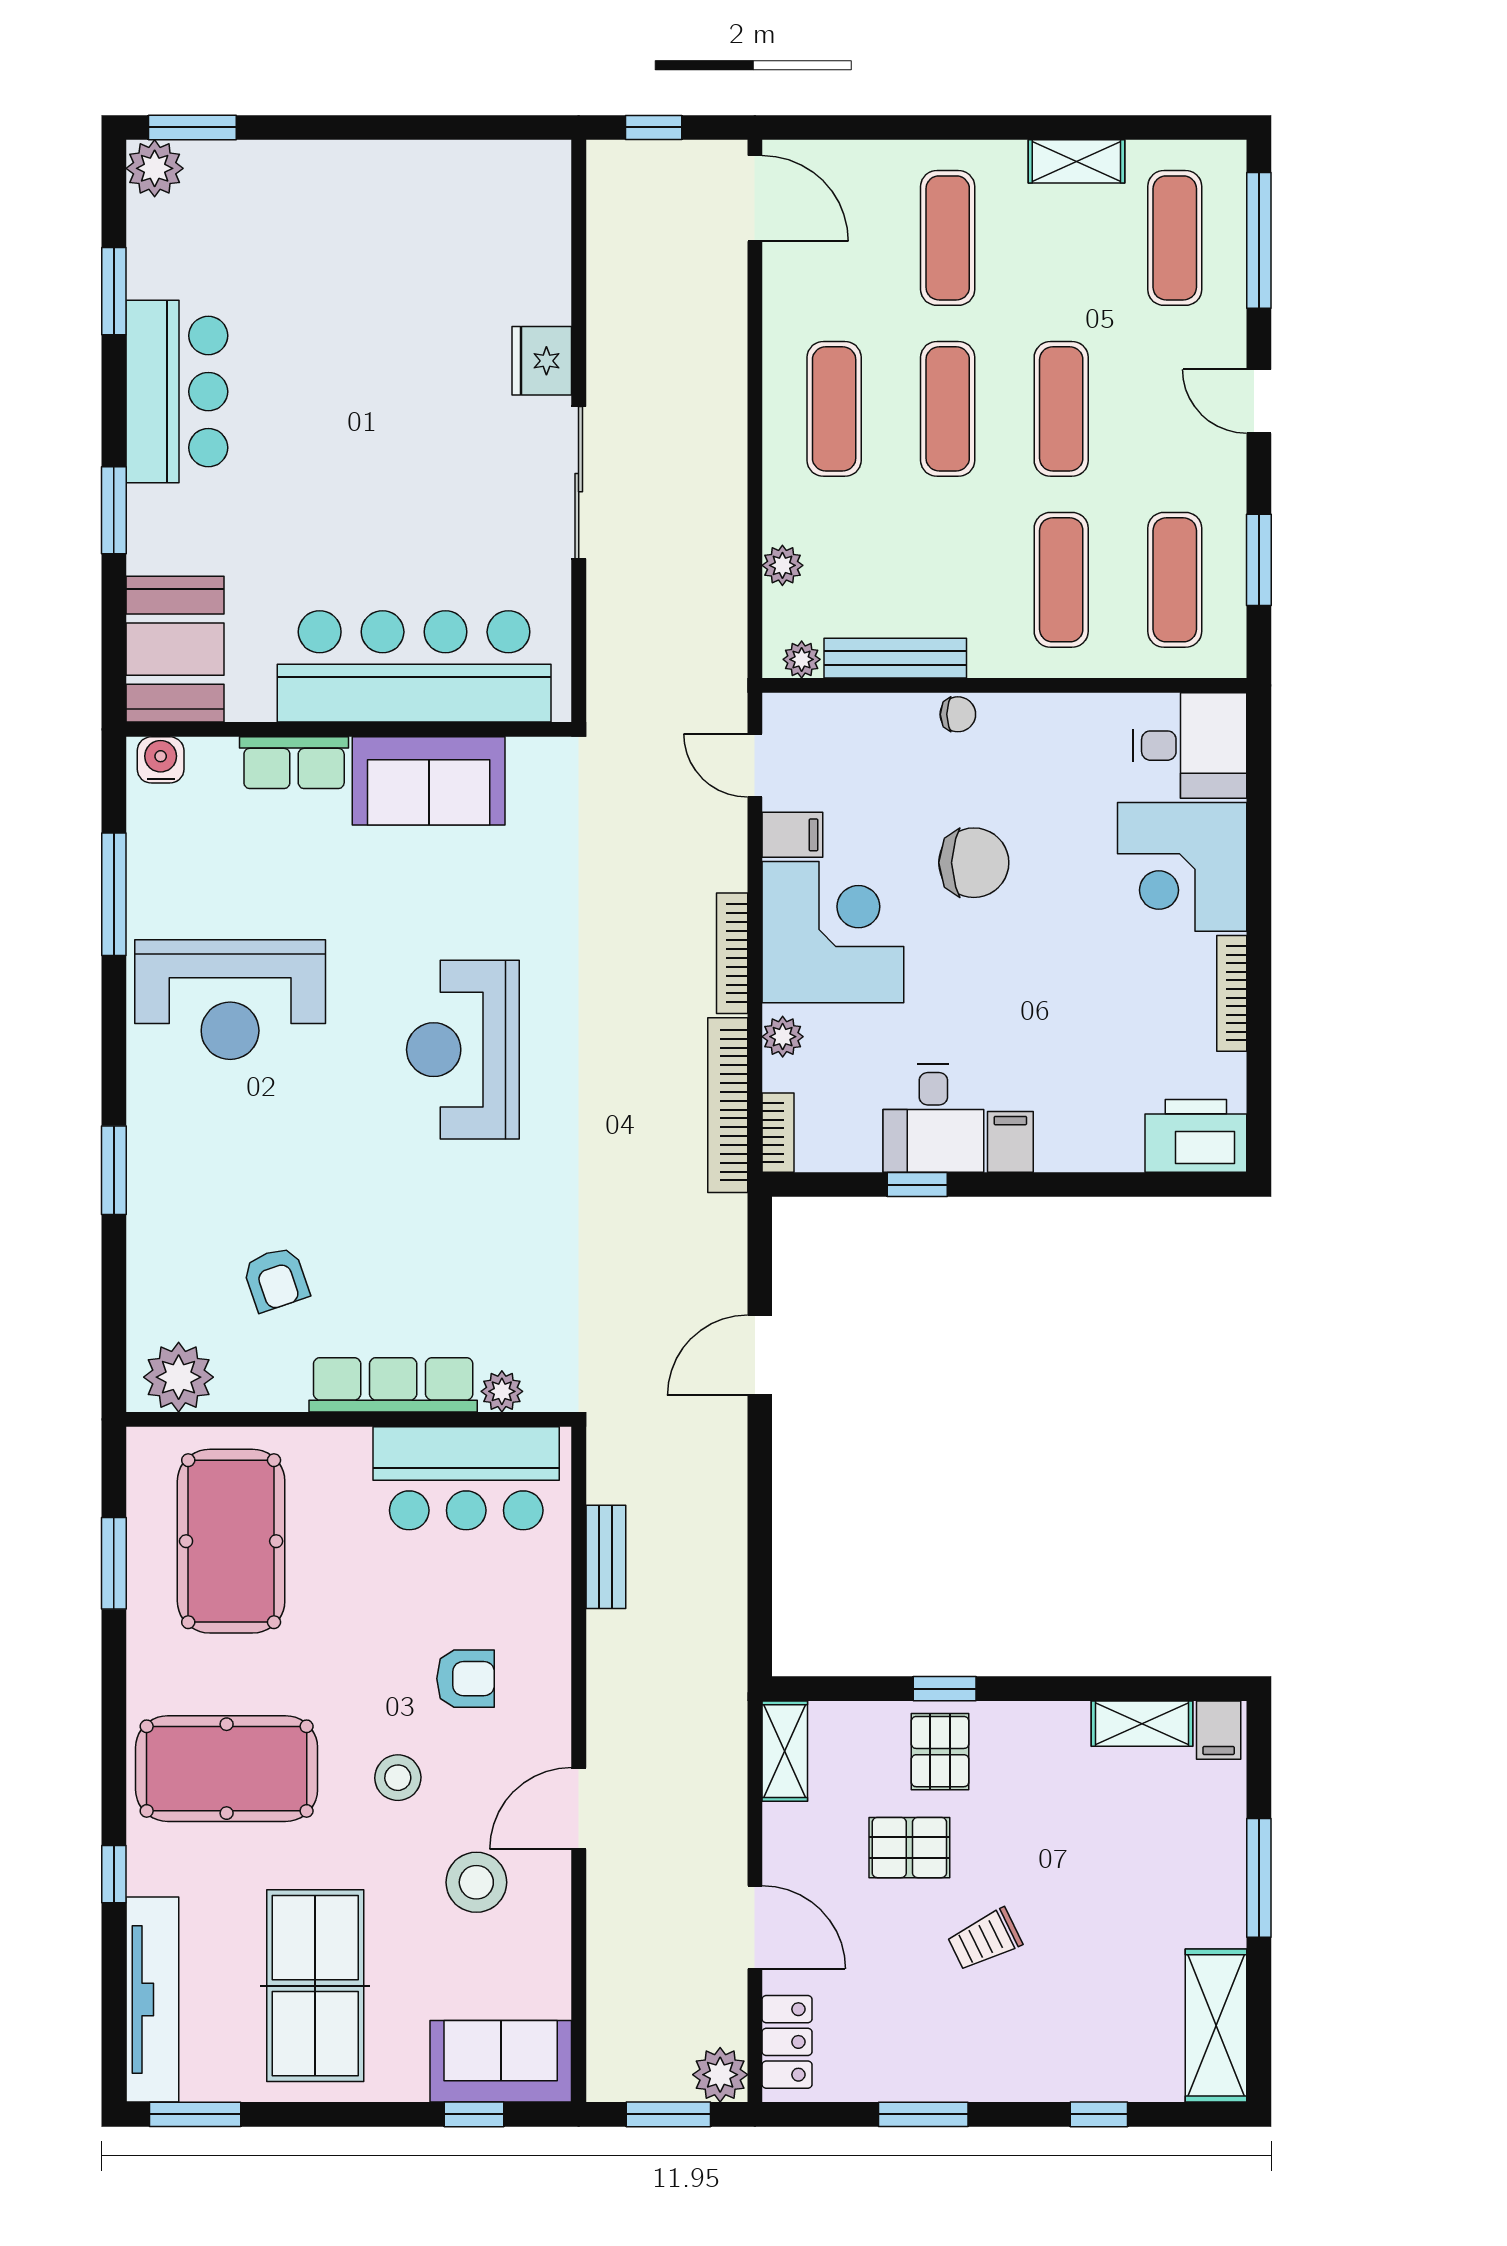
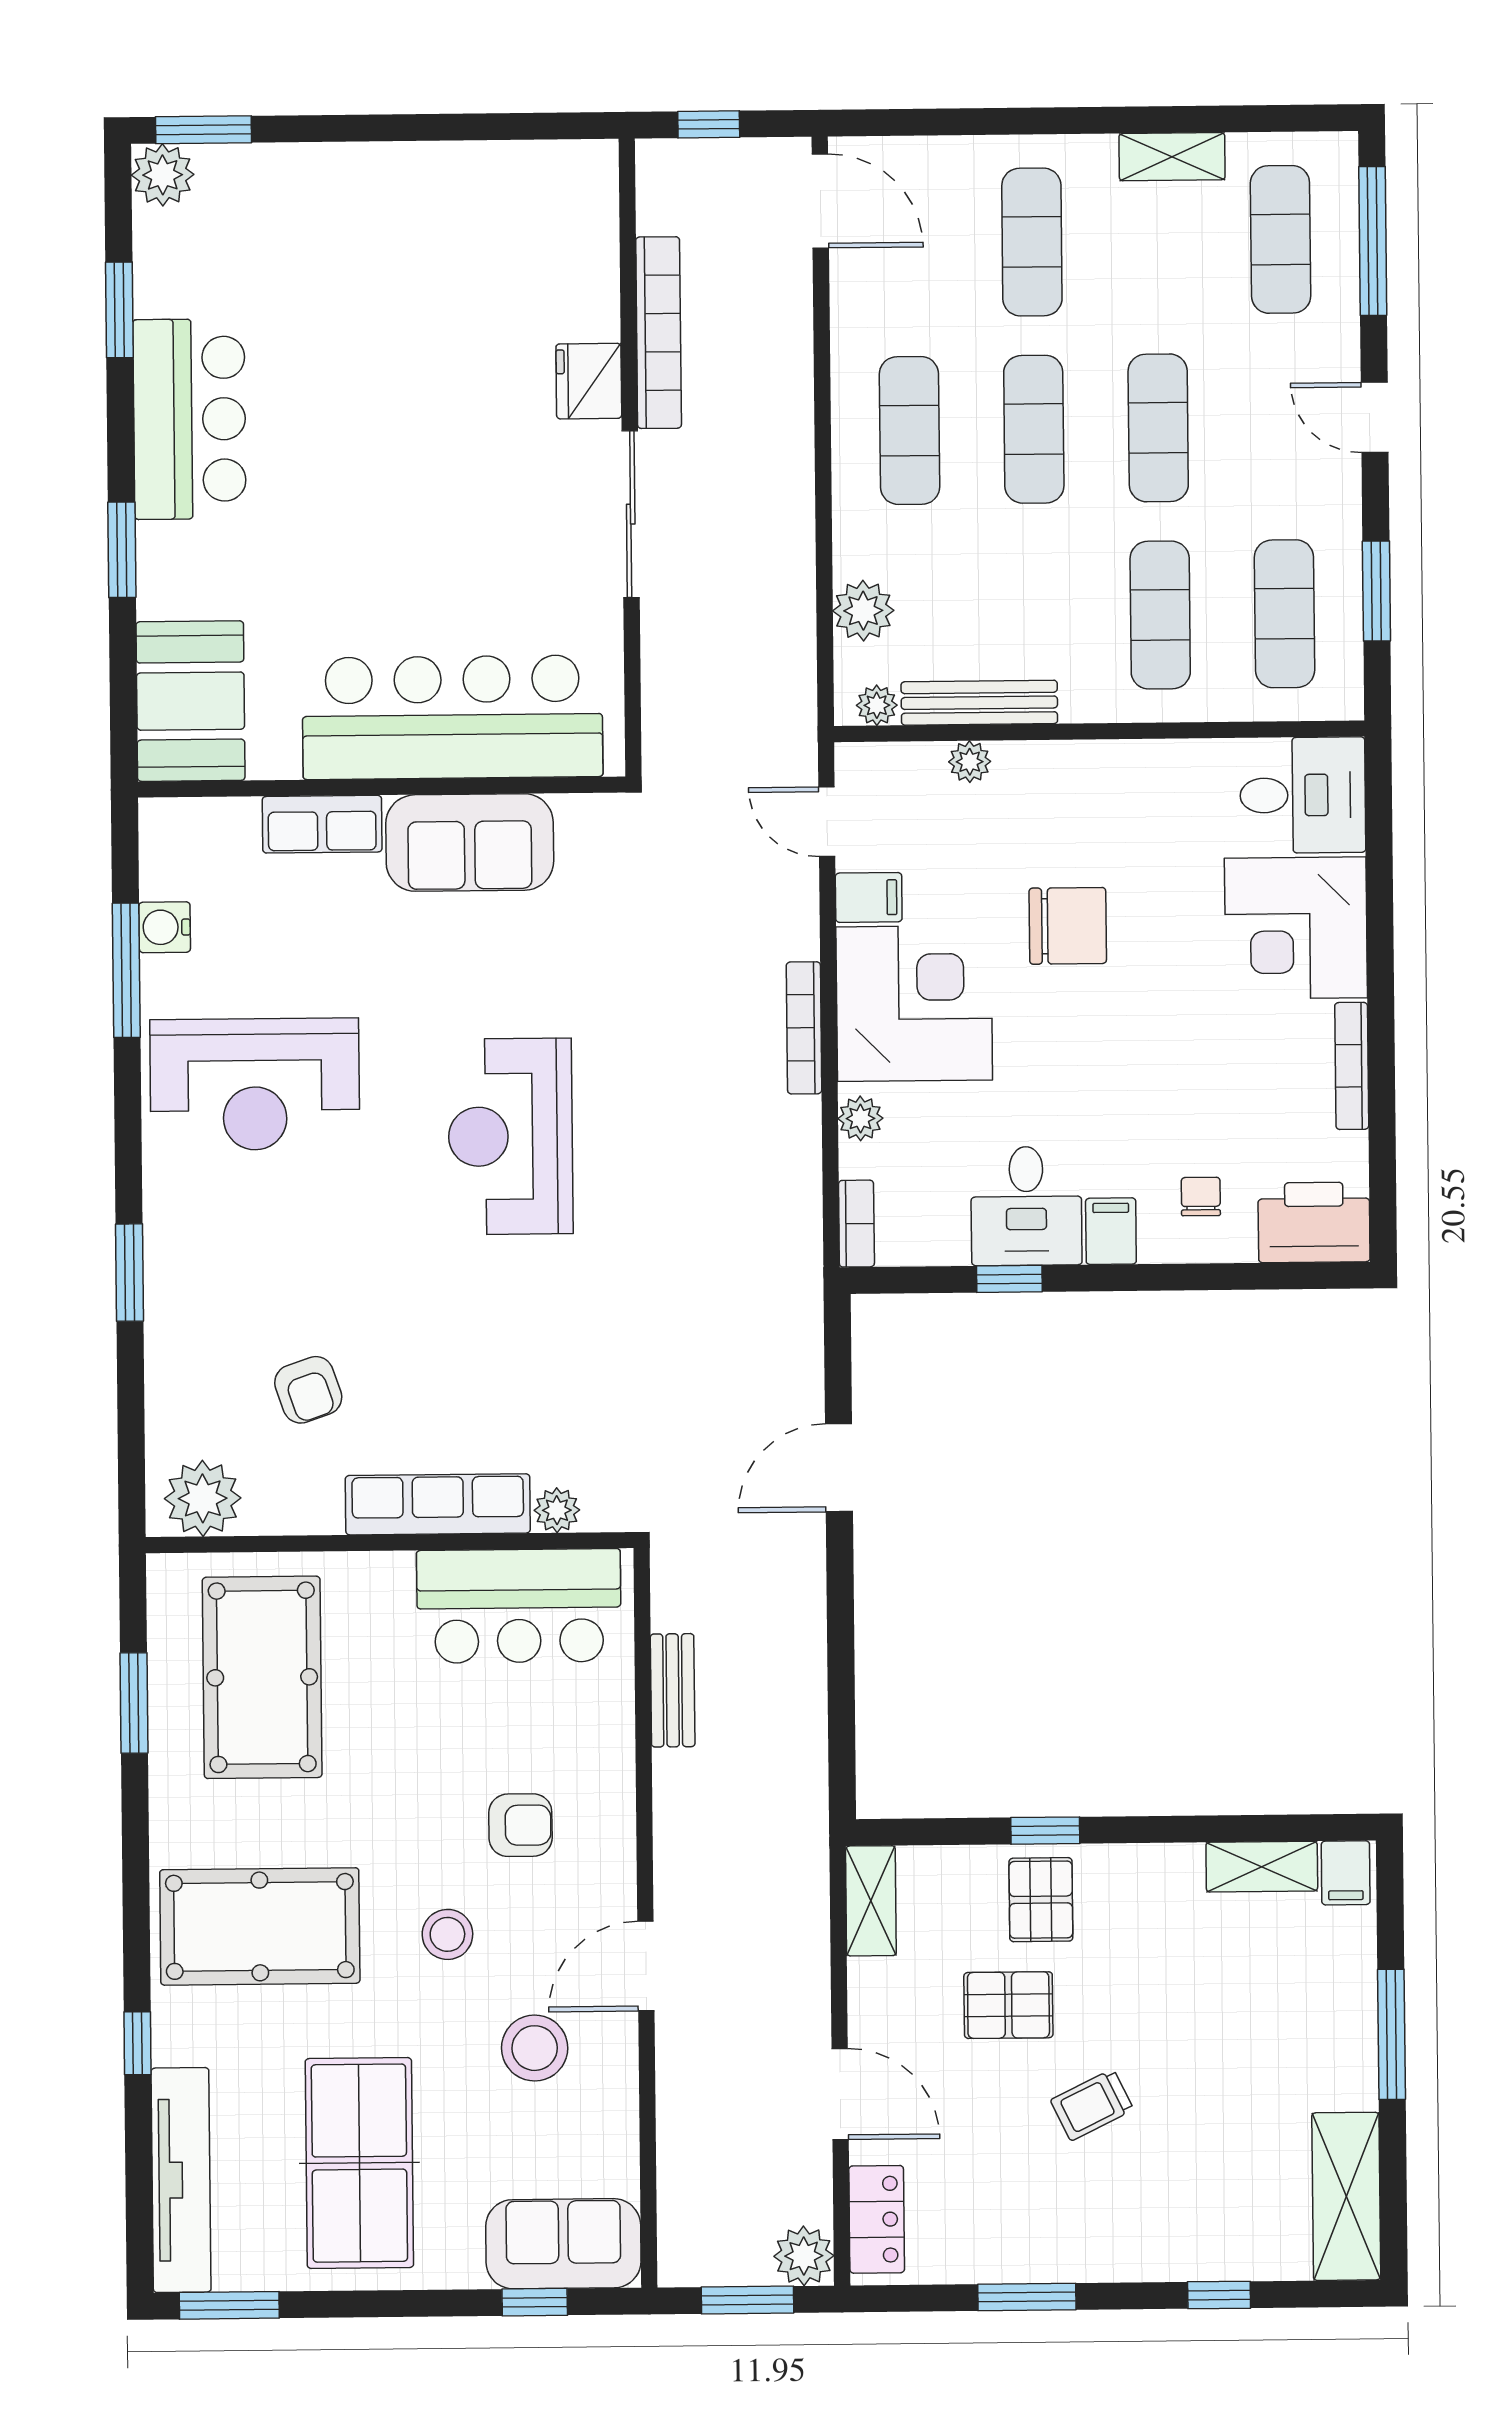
plant: (782, 565) -> (863, 611), width x1.38, depth x1.38
plant: (886, 712) -> (970, 762), added
chair: (958, 714) -> (1201, 1197), moved, turned -90
water cooler: (161, 760) -> (165, 927), moved, turned -90
bookcase: (728, 1105) -> (659, 333), moved, turned 180

